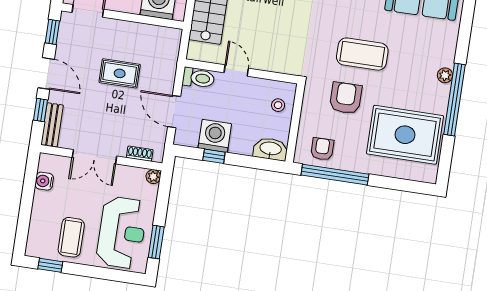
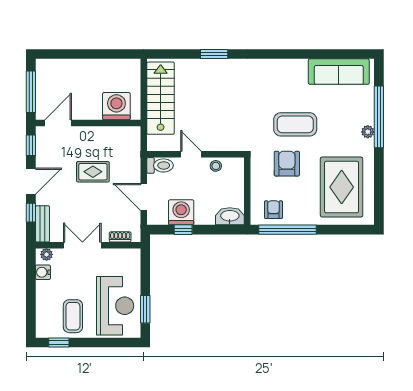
door: (46, 73) -> (31, 181), hinge flipped
window: (455, 99) -> (379, 117), moved
stool: (278, 105) -> (216, 166), moved
rug: (405, 135) -> (342, 187), turned 90
double door: (94, 157) -> (82, 245), swing flipped
plant: (153, 177) -> (47, 254), moved

